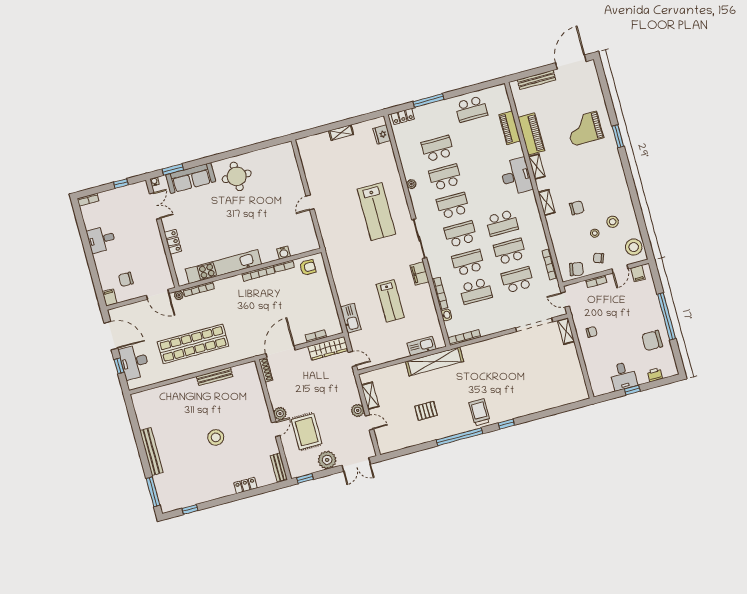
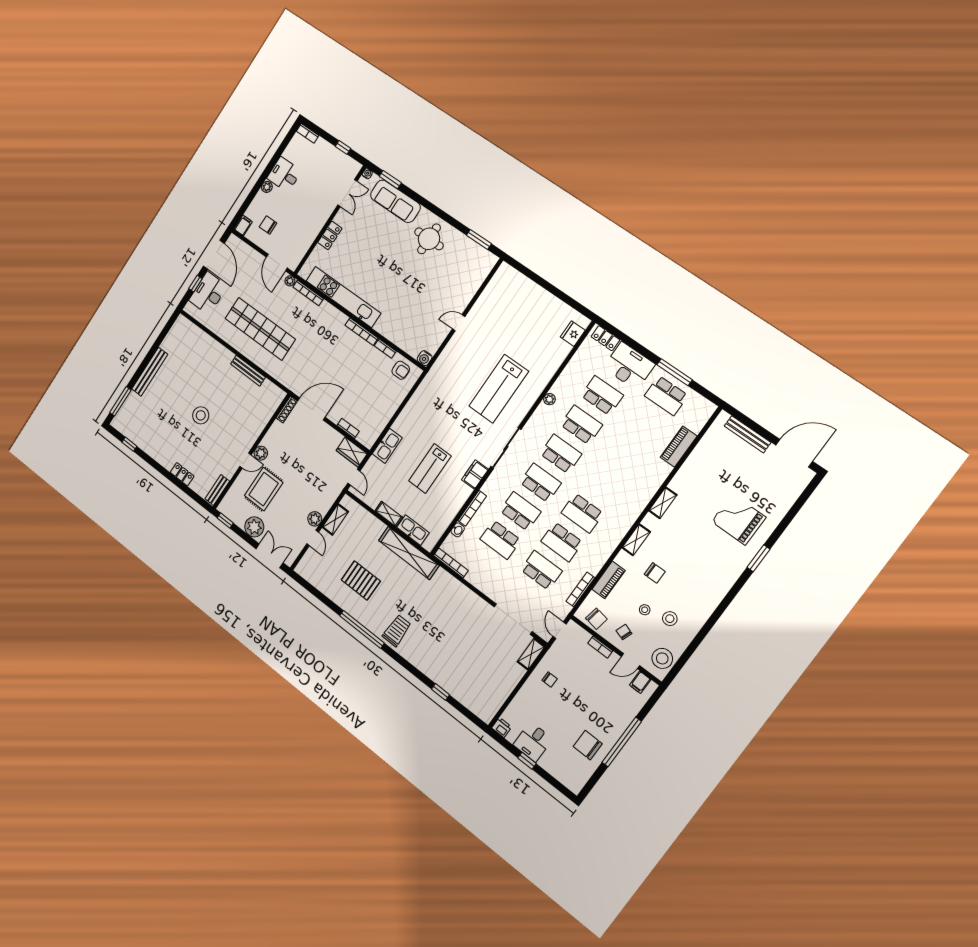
window: (429, 100) -> (675, 372), moved
shelving: (341, 133) -> (389, 514), moved
piano: (531, 134) -> (609, 580), moved, width x0.73, depth x0.75
window: (267, 144) -> (479, 240), added
desk: (516, 176) -> (629, 366), moved, turned -90
school desk: (510, 251) -> (562, 542), turned 180
water cooler: (284, 253) -> (425, 358), moved
plant: (98, 259) -> (267, 187), added
wardrobe: (328, 348) -> (352, 452), width x0.67
printer: (655, 375) -> (502, 727), moved
pallet: (426, 411) -> (361, 581), width x1.50, depth x1.42
window: (506, 424) -> (441, 692), moved
double door: (356, 465) -> (270, 556), swing flipped

